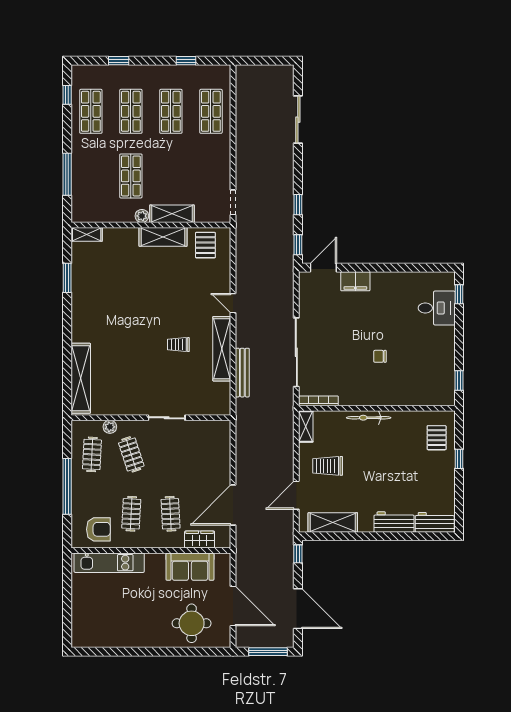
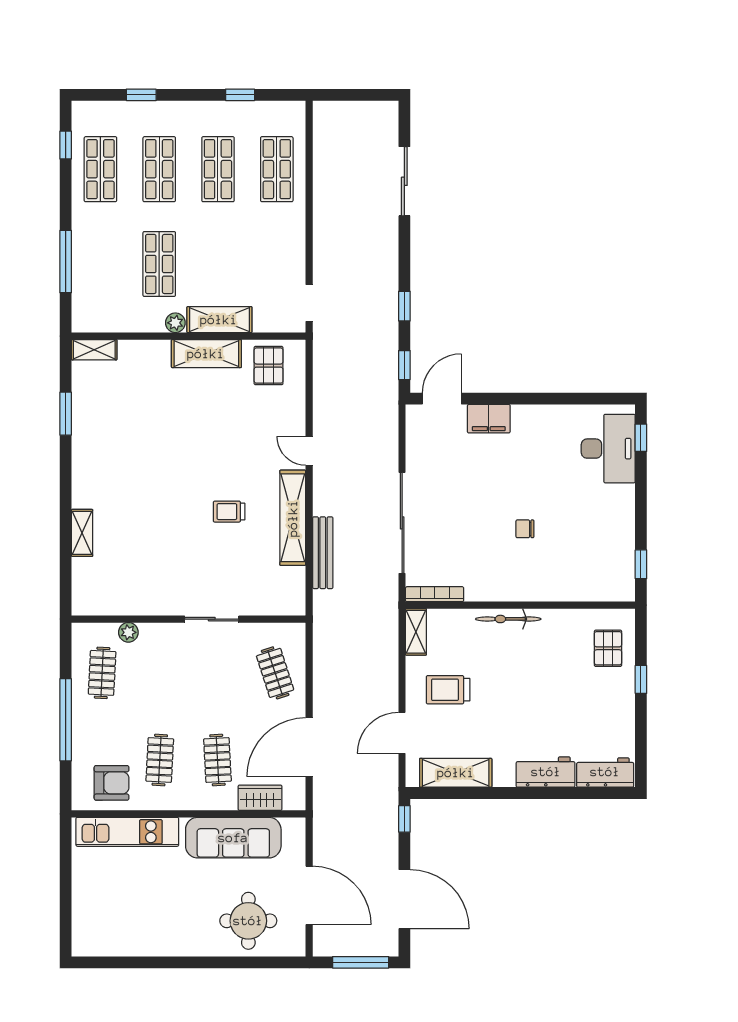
desk: (437, 308) -> (608, 449), width x1.37
shelving: (81, 378) -> (82, 533), width x0.45, depth x0.75
clothes rail: (131, 454) -> (275, 673), moved
sofa: (190, 567) -> (233, 838), width x1.36

